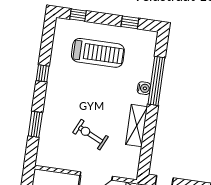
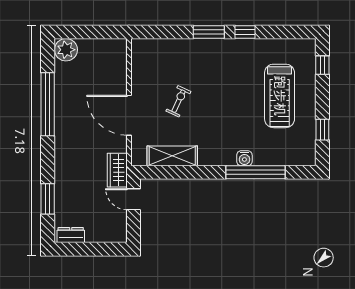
window: (35, 124) -> (209, 32), moved
shelving: (137, 126) -> (172, 156), moved
exercise bike: (91, 135) -> (178, 101), width x0.73, depth x0.72

